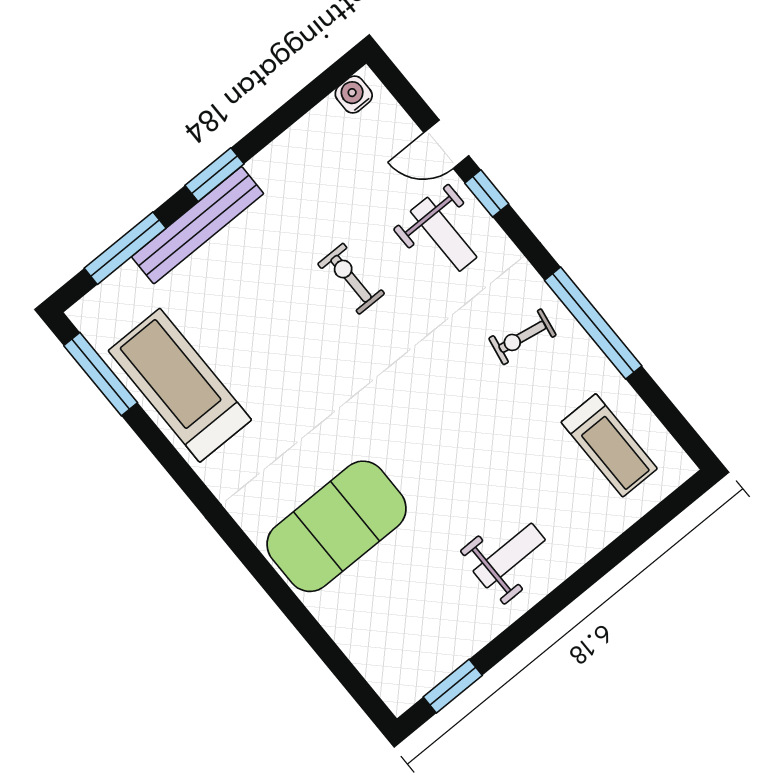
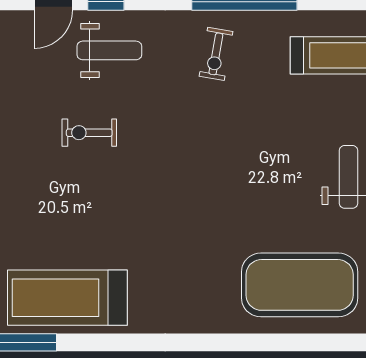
exercise mat: (337, 526) -> (300, 285), moved, turned 90

